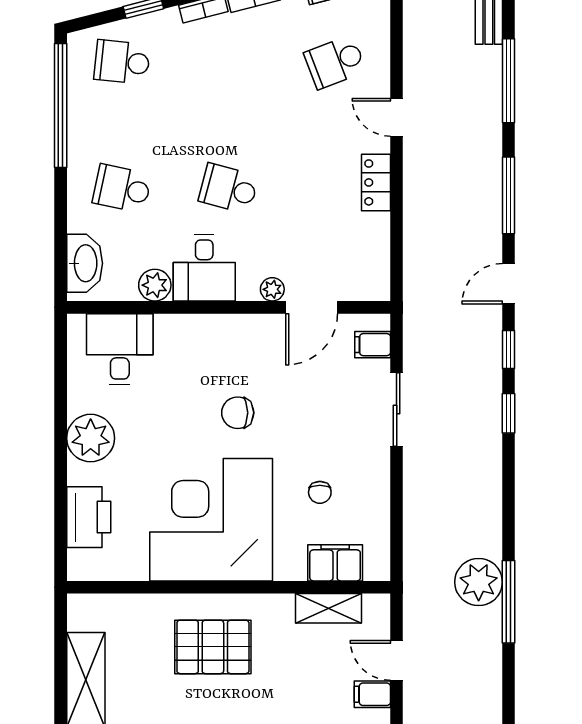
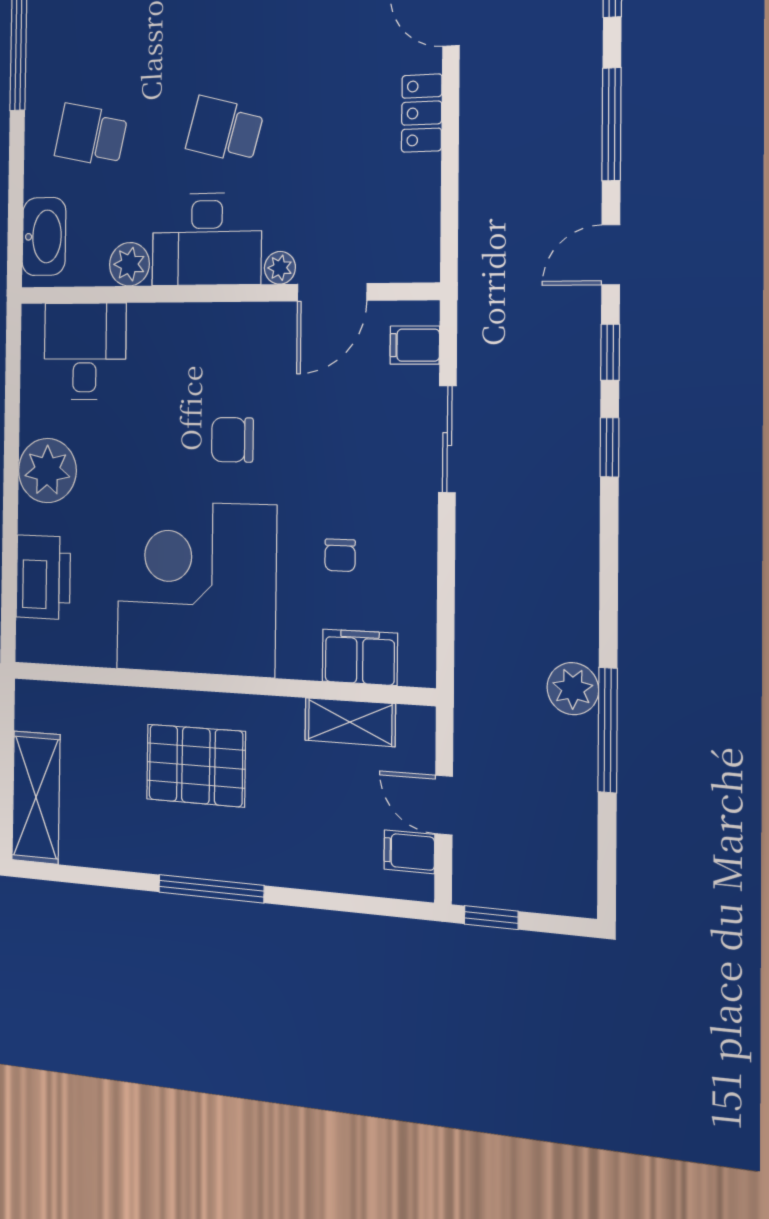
desk: (204, 268) -> (207, 239), width x1.37
plant: (479, 582) -> (573, 689), width x0.73, depth x0.73

